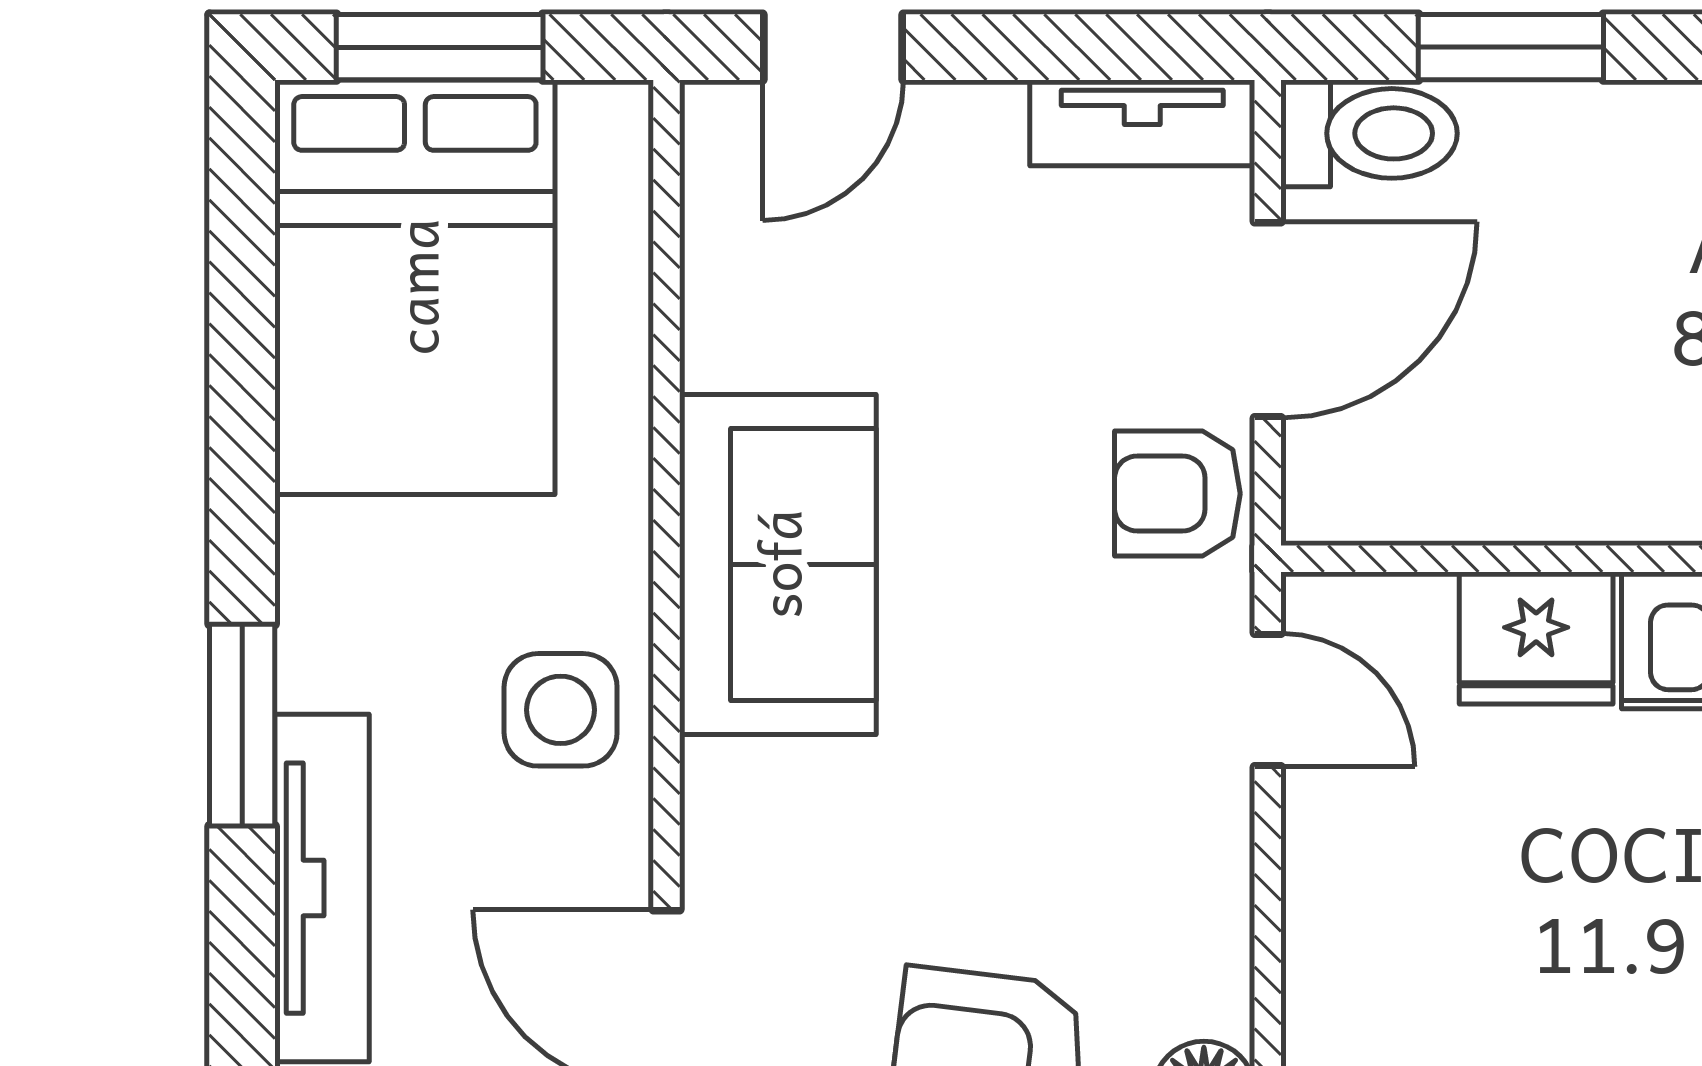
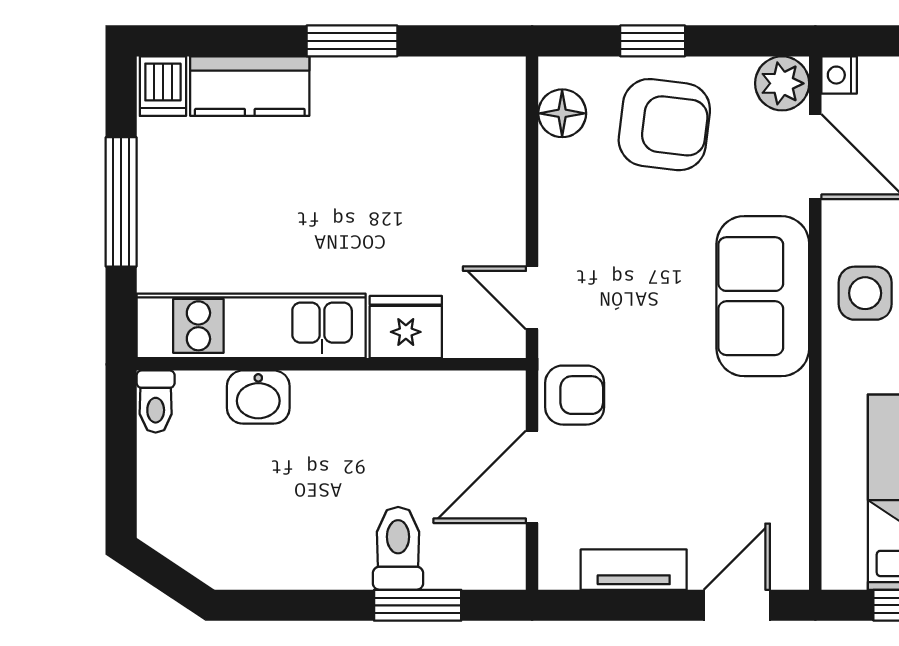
tv unit: (1142, 123) -> (634, 570), moved
toilet: (1369, 133) -> (398, 548), moved, turned 90
sofa: (778, 564) -> (763, 296), moved

